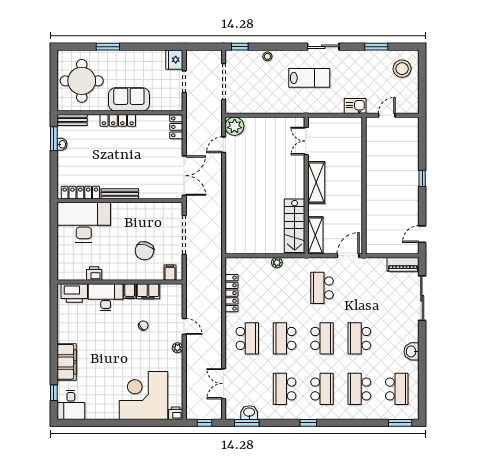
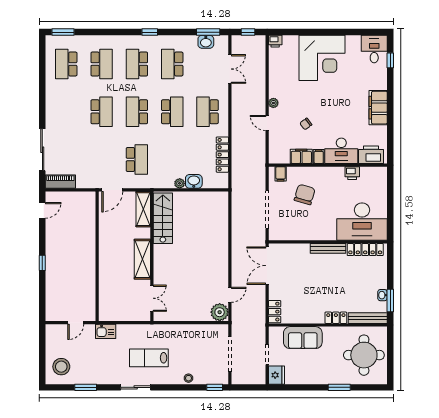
sofa: (129, 99) -> (303, 338), moved
bench: (72, 120) -> (368, 318), width x1.36
locker: (118, 120) -> (336, 318), width x0.66
washbasin: (411, 351) -> (194, 181), moved, turned -90
filing cabinet: (67, 362) -> (378, 108), moved
school desk: (285, 389) -> (172, 64), turned 180
corner desk: (143, 395) -> (322, 58), moved

